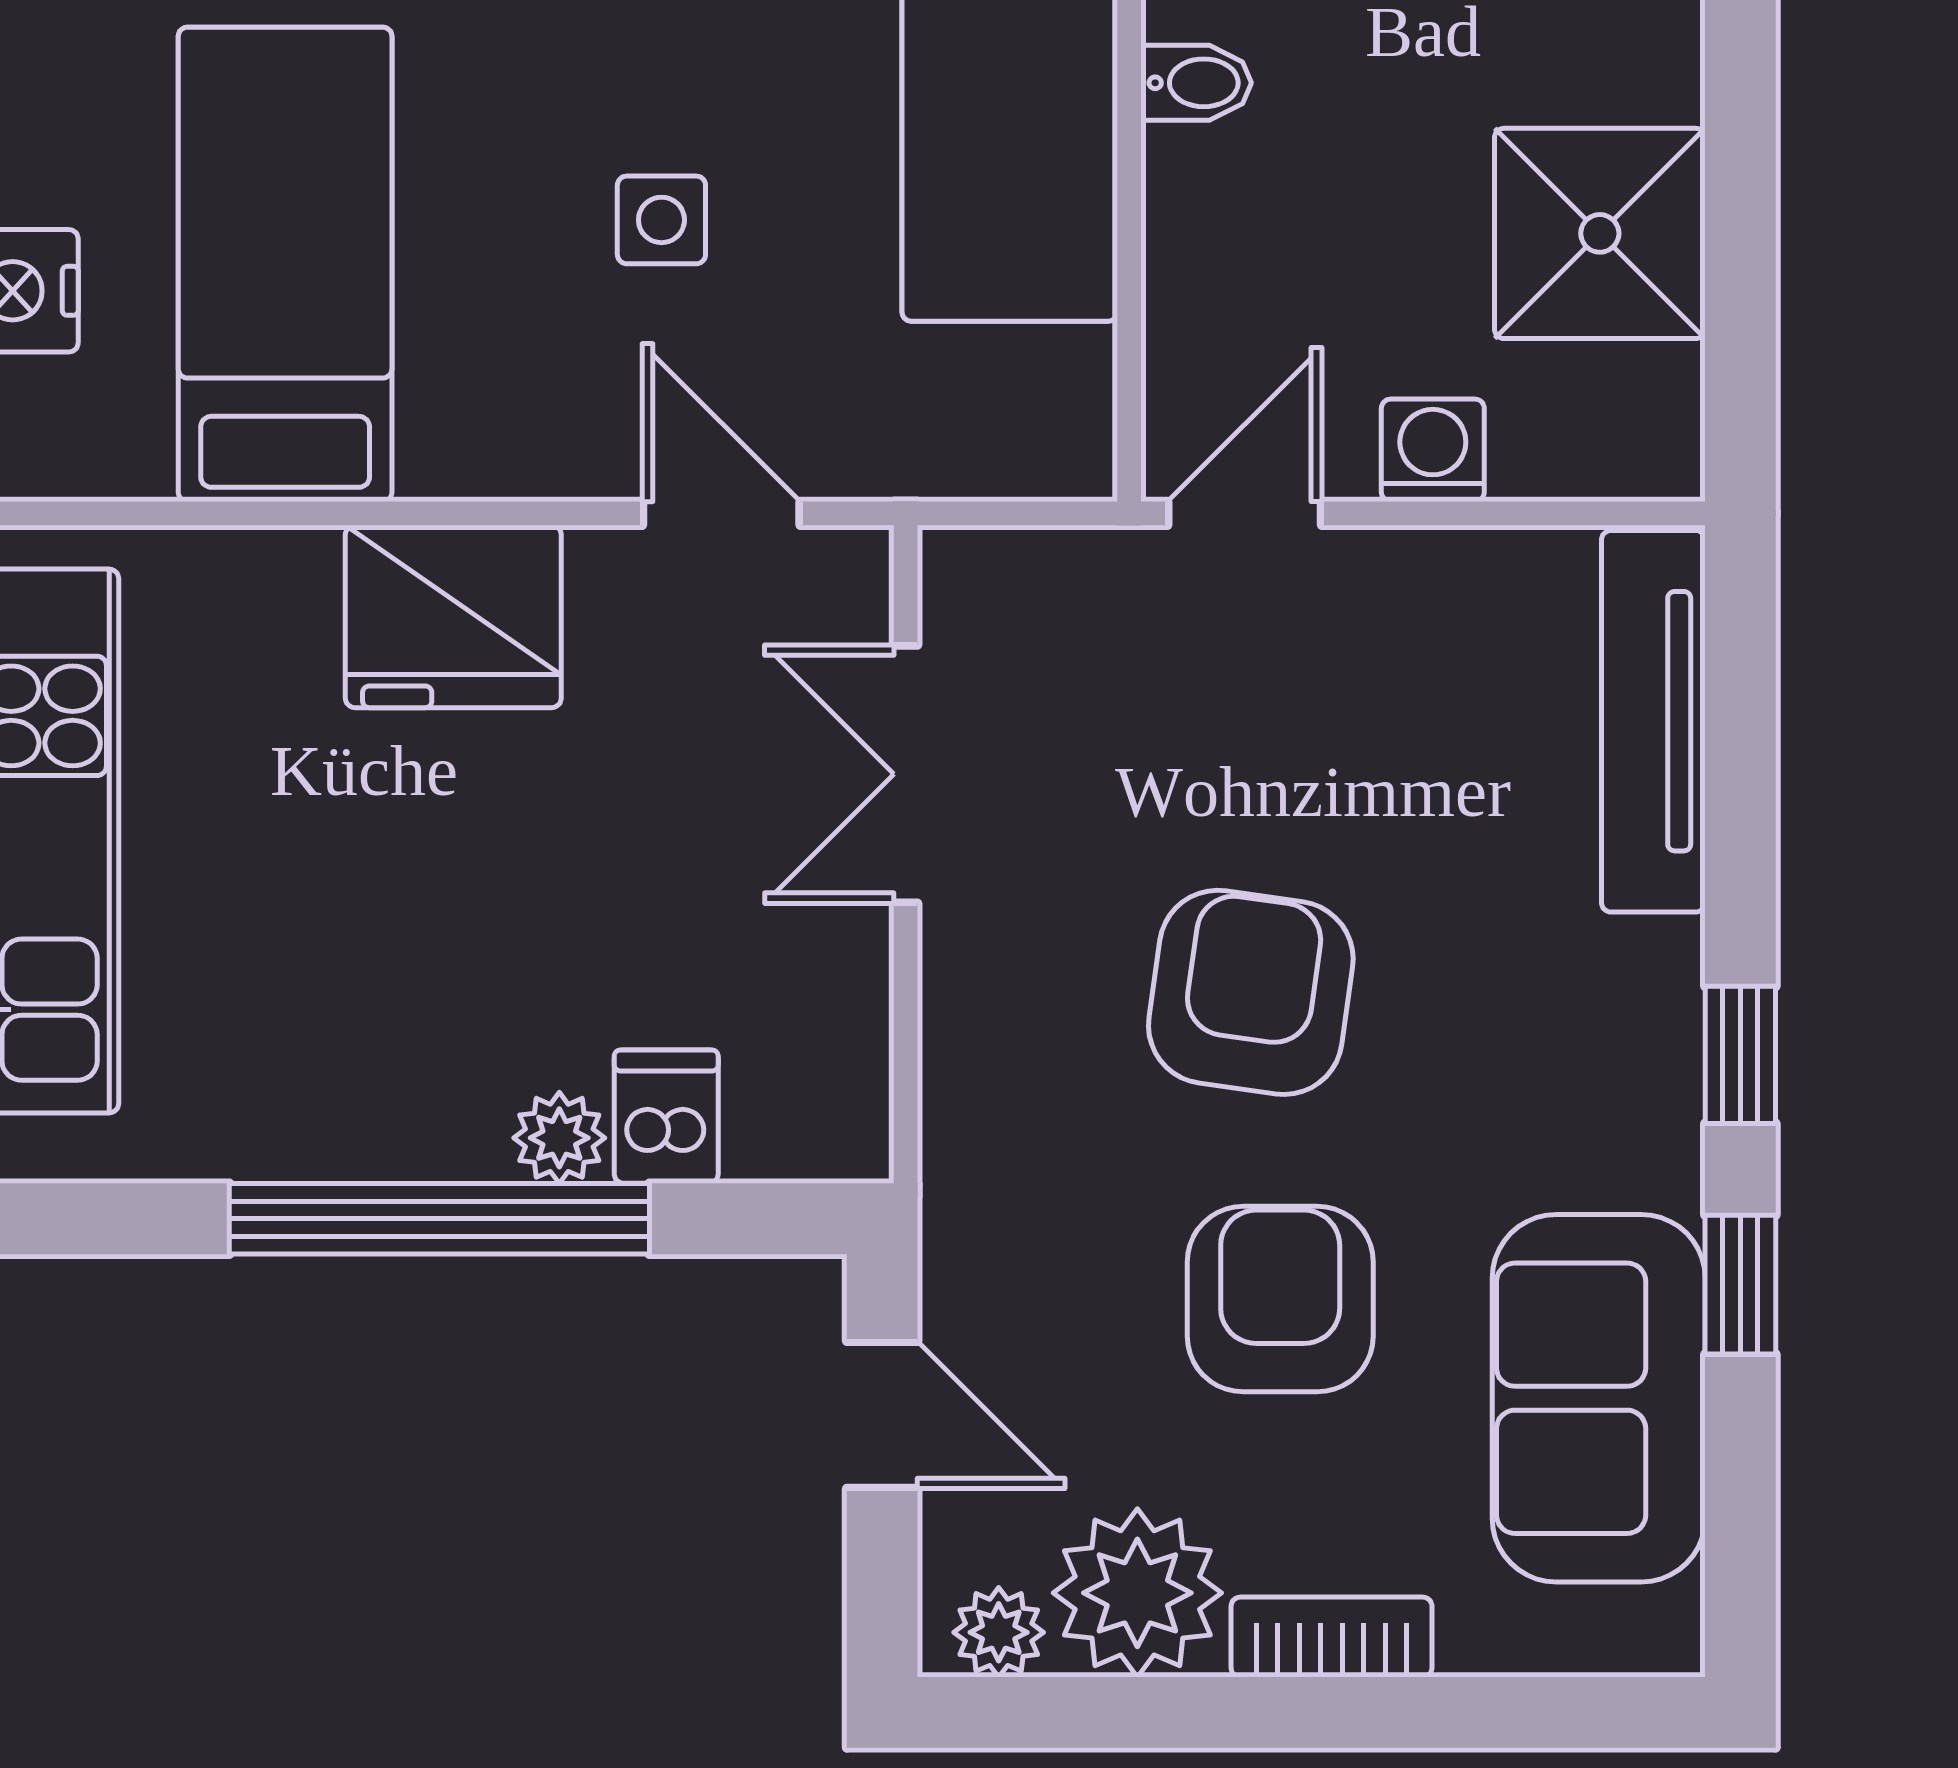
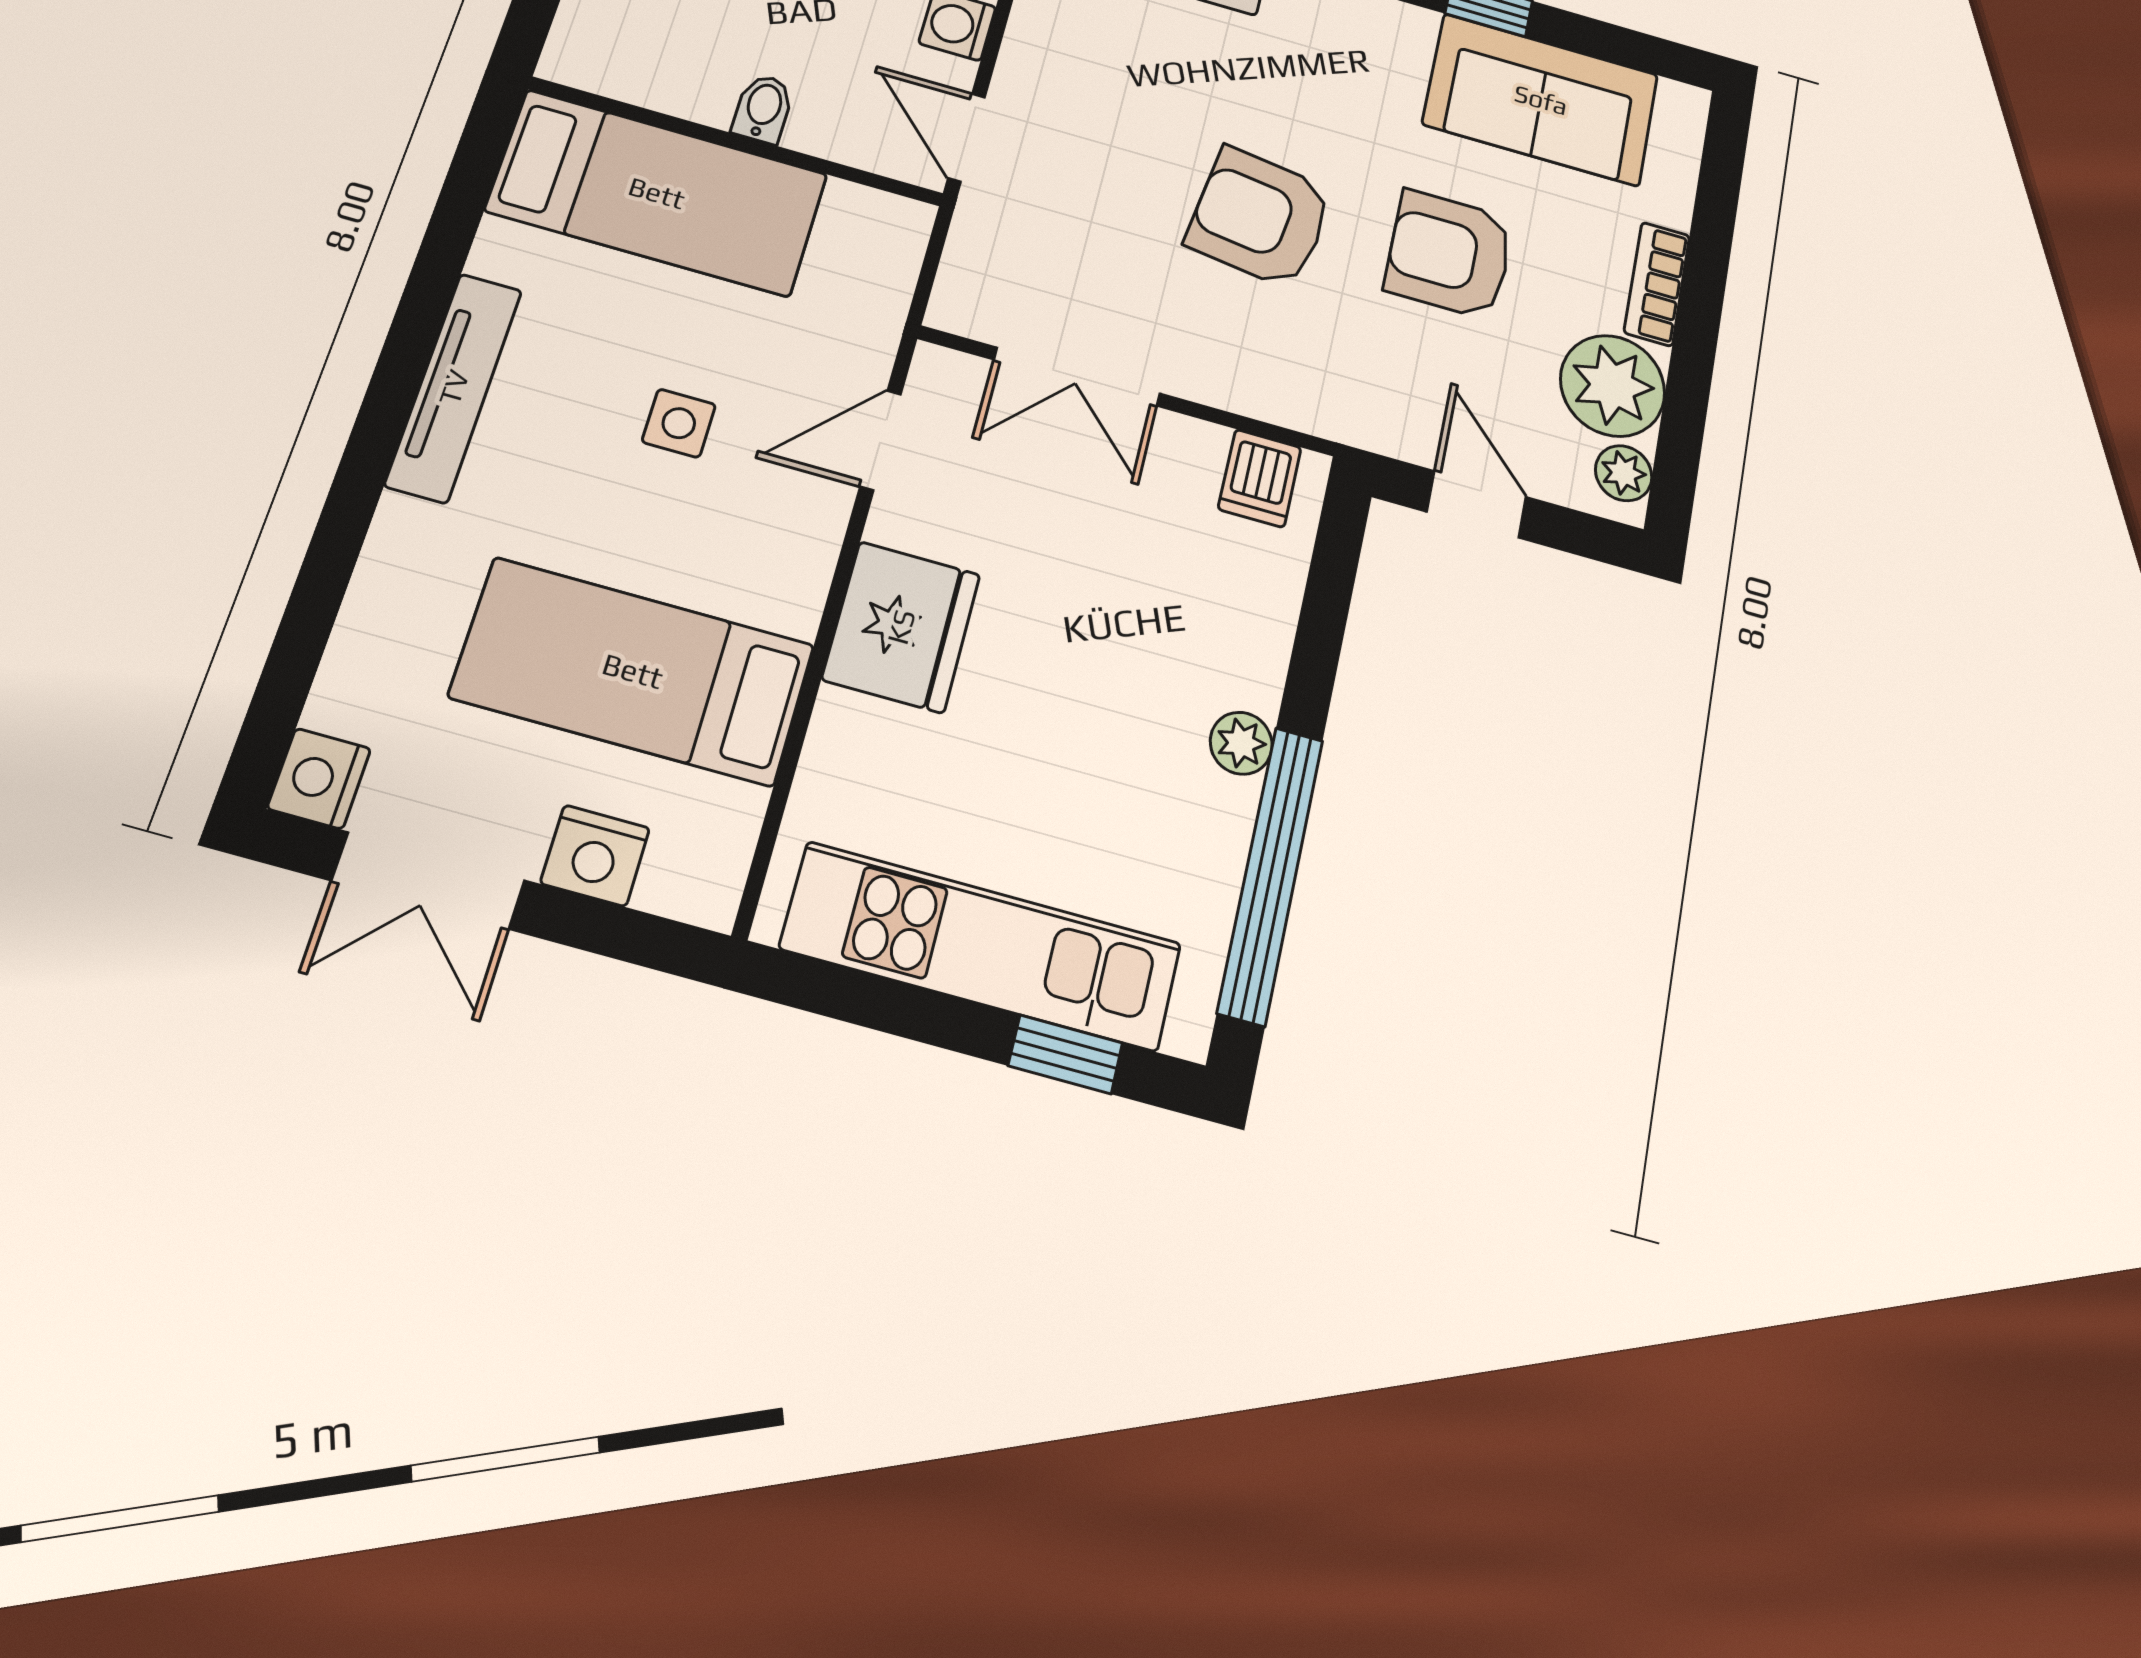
bidet: (1196, 83) -> (763, 109), moved
dishwasher: (666, 1117) -> (1260, 478), moved, turned -90
plant: (559, 1138) -> (1241, 743), moved
window: (439, 1219) -> (1271, 874), moved
door: (882, 1415) -> (1477, 504), hinge flipped

